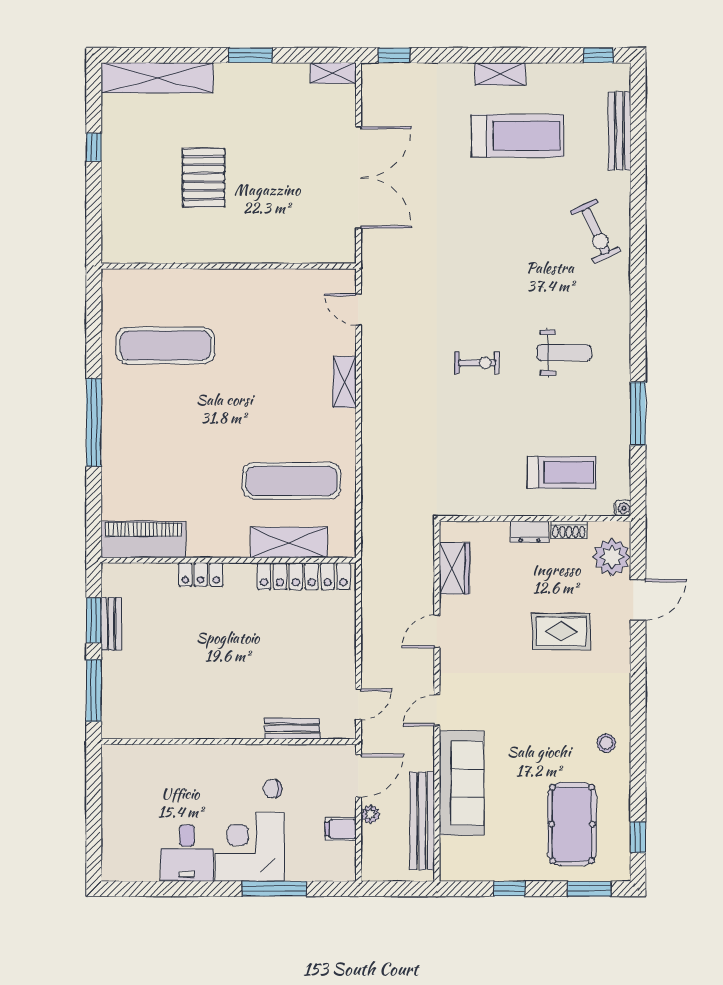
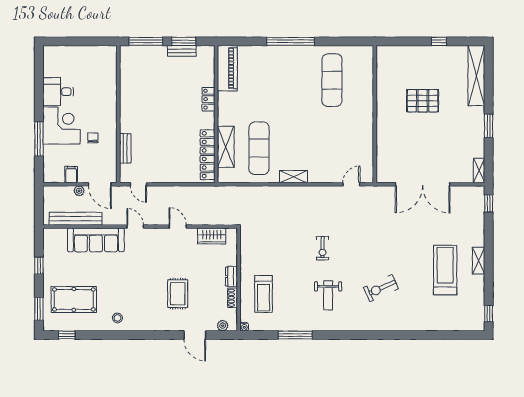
bench: (620, 131) -> (448, 325), removed
treadmill: (518, 136) -> (445, 270), turned 180
exercise bike: (596, 231) -> (381, 288), moved
shelving: (344, 382) -> (293, 177), moved
plant: (612, 557) -> (223, 326), width x0.53, depth x0.53

